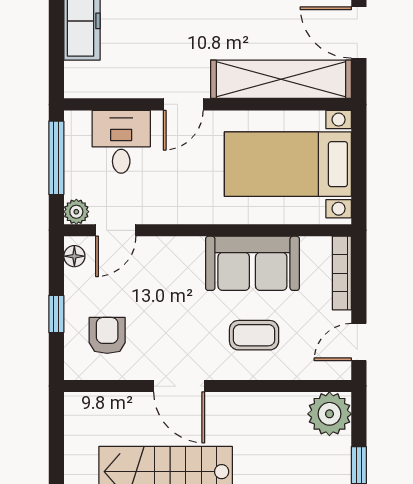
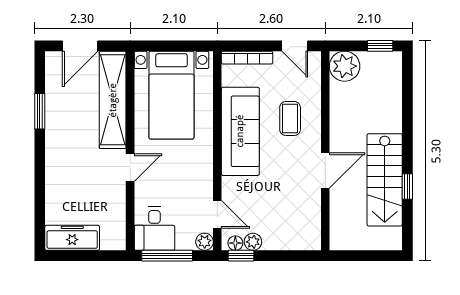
door: (183, 104) -> (130, 168), hinge flipped
desk: (121, 142) -> (154, 229), moved, turned -90
sofa: (252, 263) -> (240, 131), width x1.36
plant: (76, 282) -> (253, 242), added
window: (56, 314) -> (241, 256), moved
armchair: (107, 335) -> (290, 220), removed

